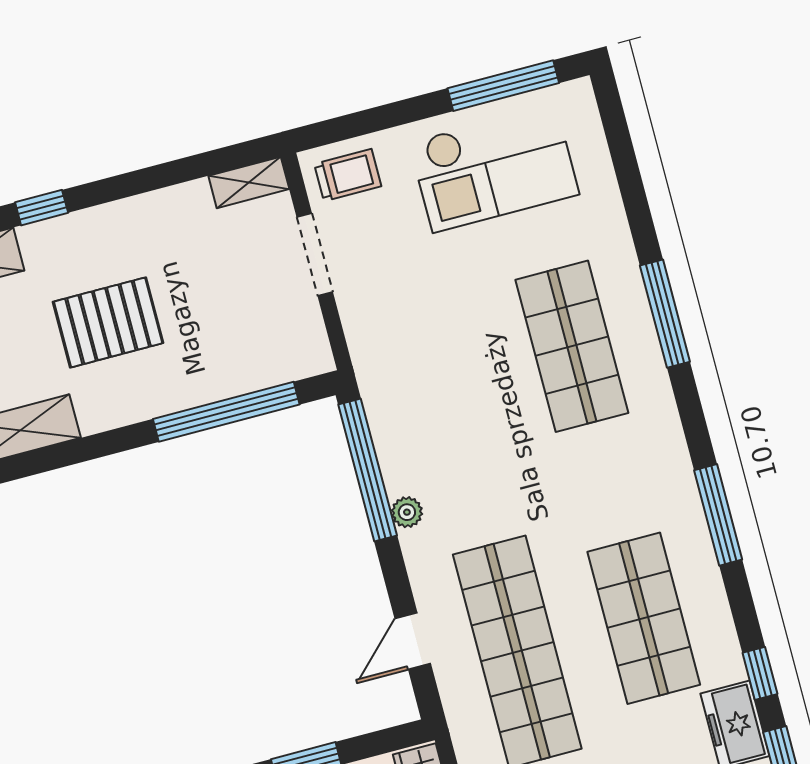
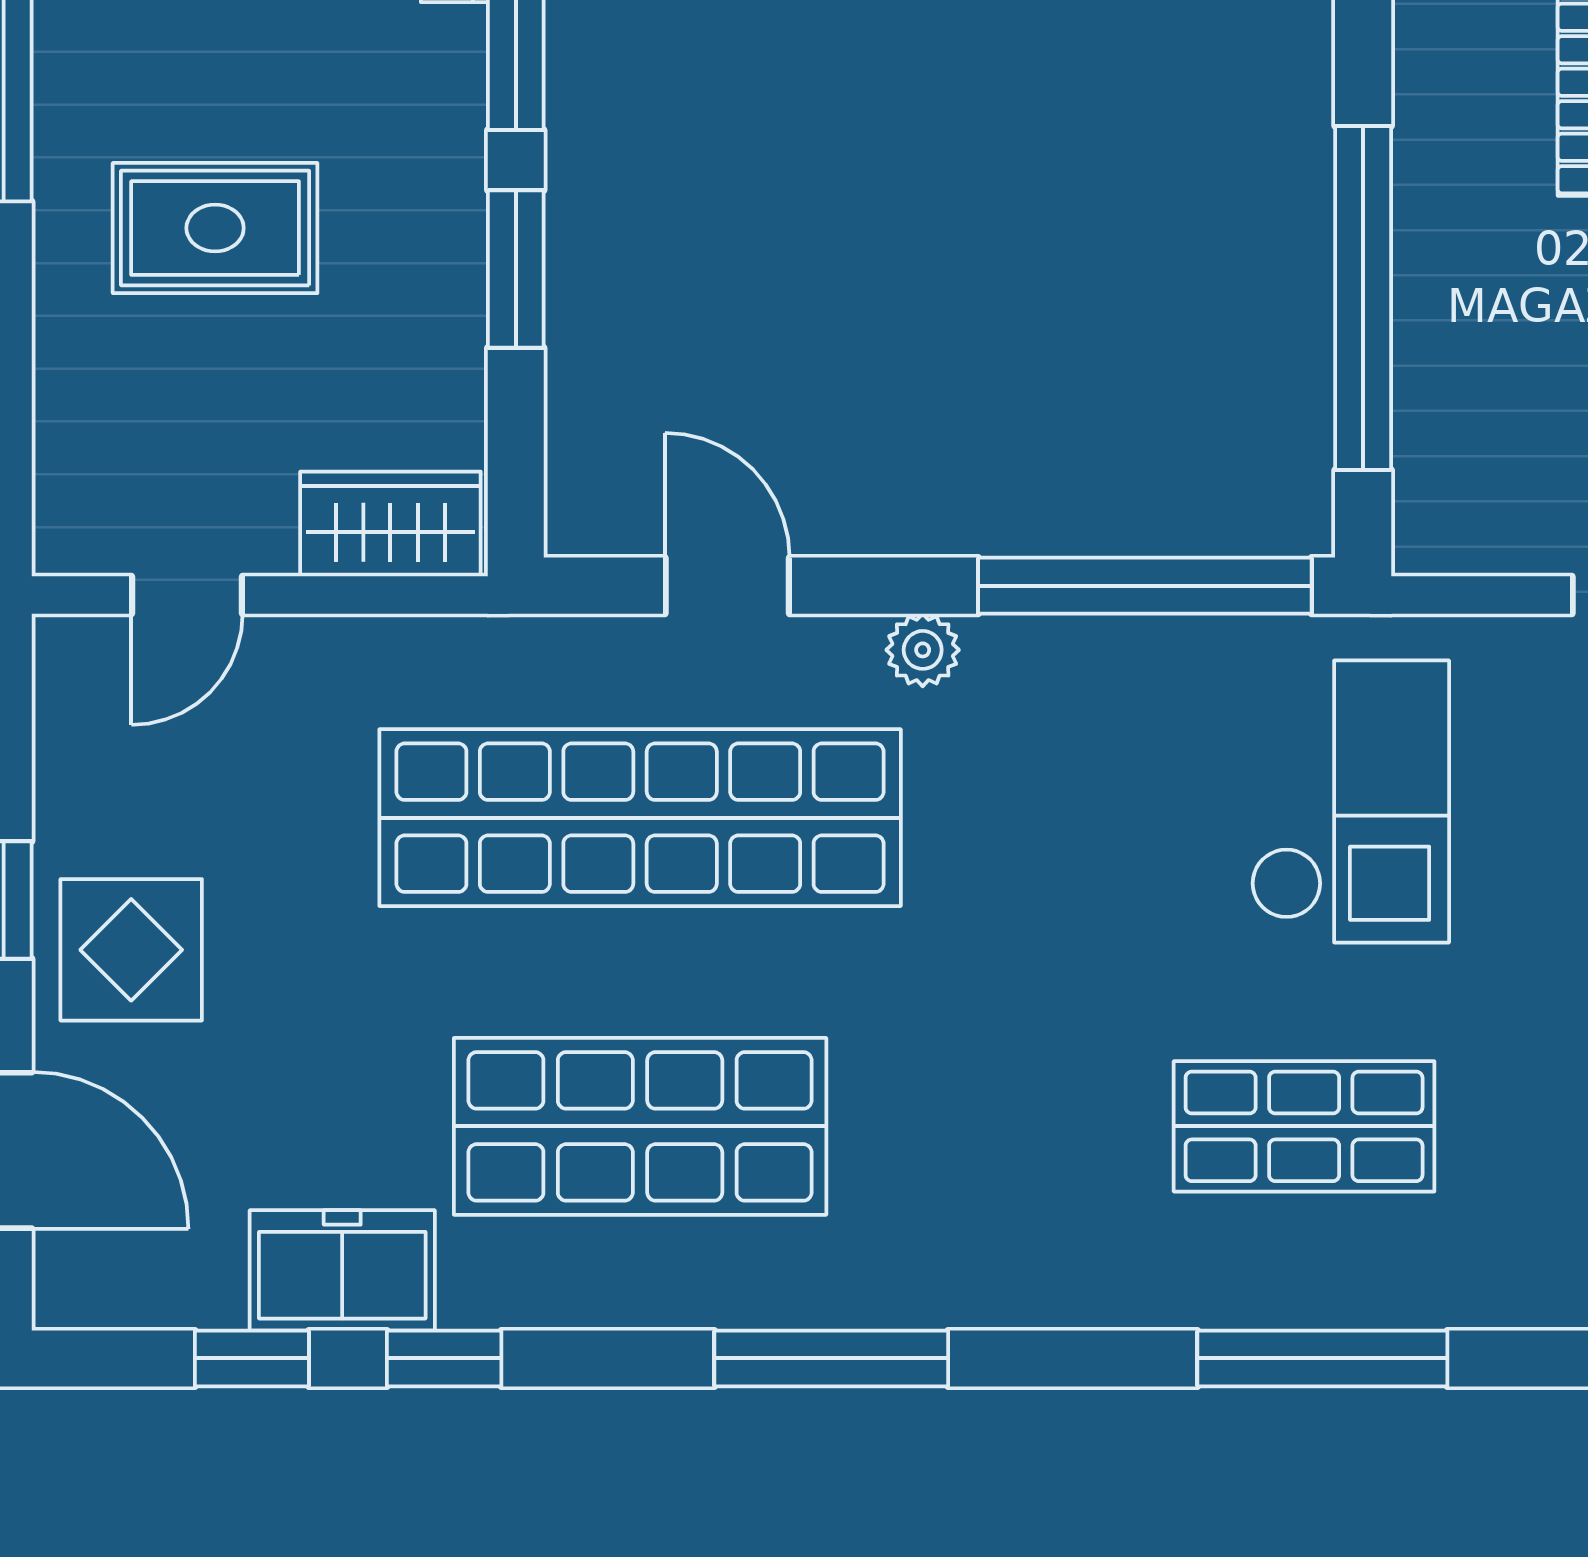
shop shelf: (572, 346) -> (1304, 1126), width x0.70, depth x0.74
checkout: (434, 363) -> (1350, 801), added
plant: (407, 512) -> (923, 650), moved

